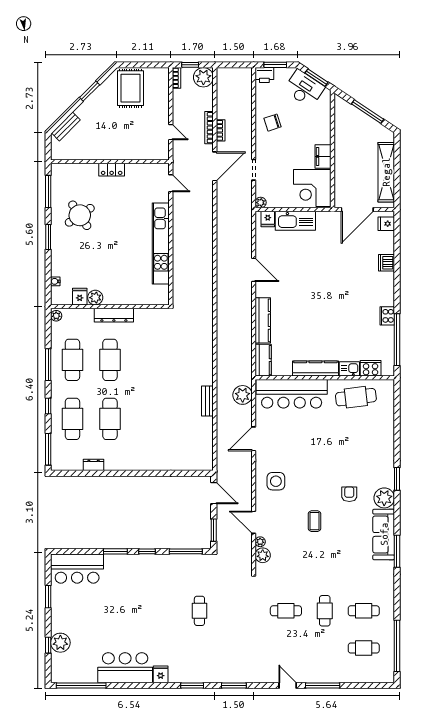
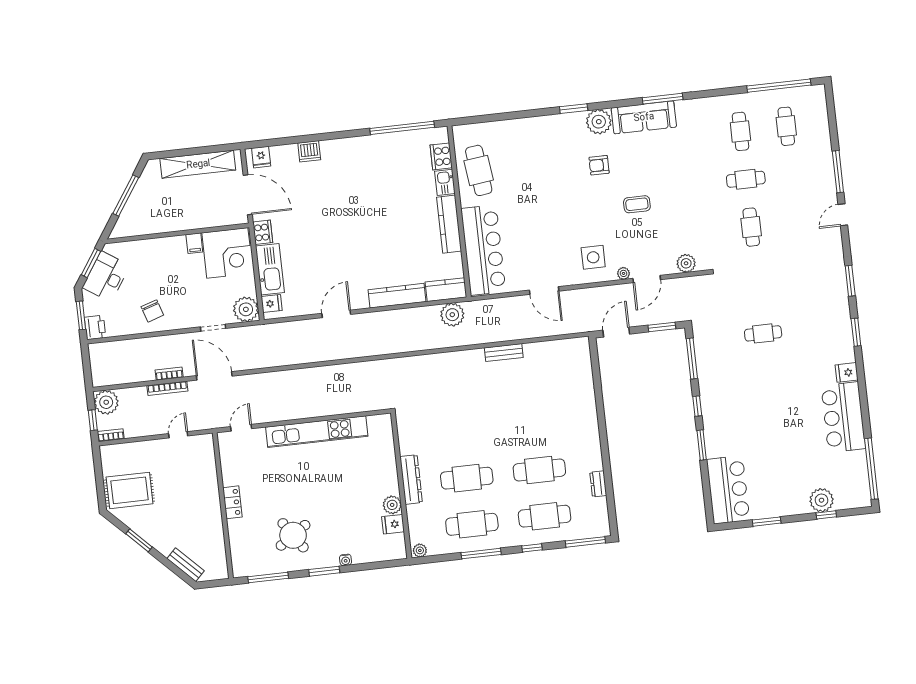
filing cabinet: (323, 156) -> (194, 243), width x0.50
plant: (261, 203) -> (246, 309), width x1.88, depth x1.88
water cooler: (55, 281) -> (346, 560), moved
cooker: (387, 316) -> (263, 232), moved, turned -90
plant: (243, 395) -> (452, 315), moved
plant: (260, 542) -> (623, 273), moved

